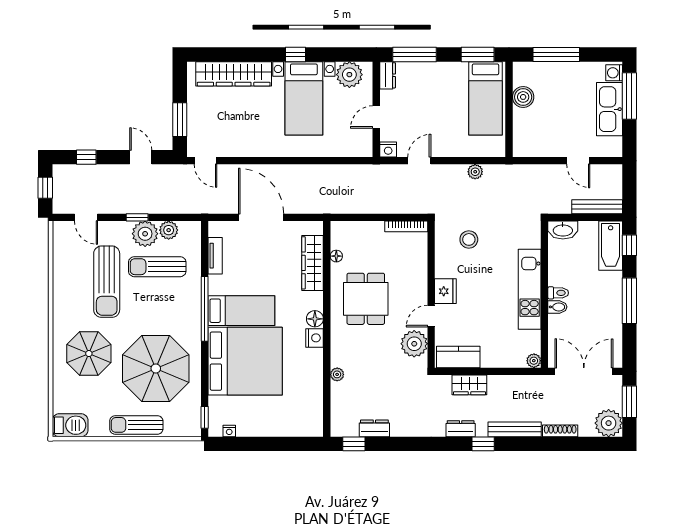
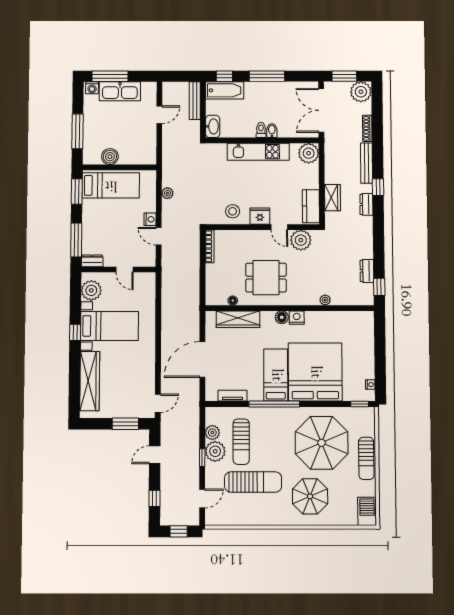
nightstand: (388, 149) -> (150, 219), moved
stool: (469, 239) -> (233, 211), moved
plant: (534, 361) -> (309, 153), width x1.88, depth x1.88

